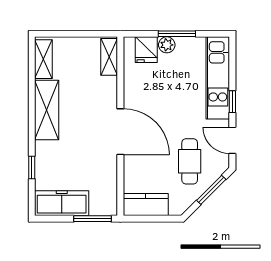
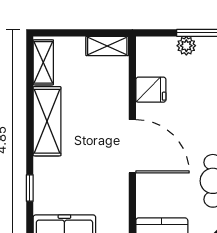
fridge: (146, 50) -> (151, 90), moved, turned -90
shelving: (109, 57) -> (107, 46), moved, turned 90

